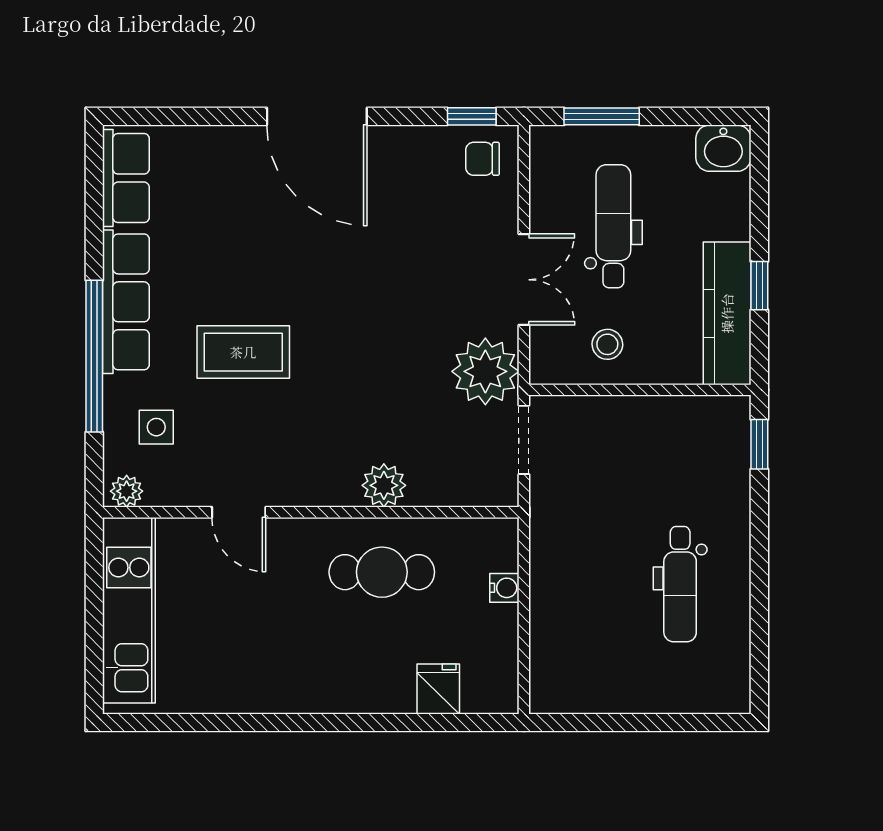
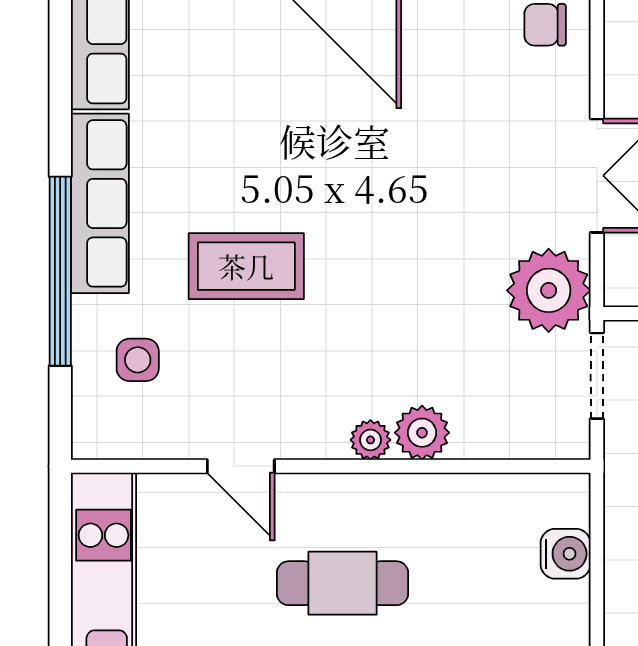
plant: (127, 491) -> (370, 440), moved
cafe table: (382, 572) -> (342, 583), moved
water cooler: (504, 588) -> (566, 554), width x1.38, depth x1.38

